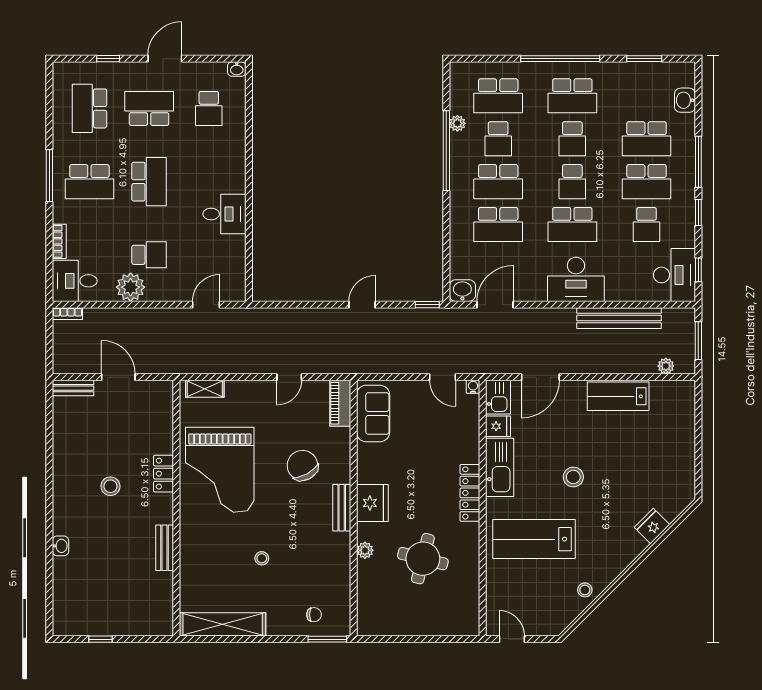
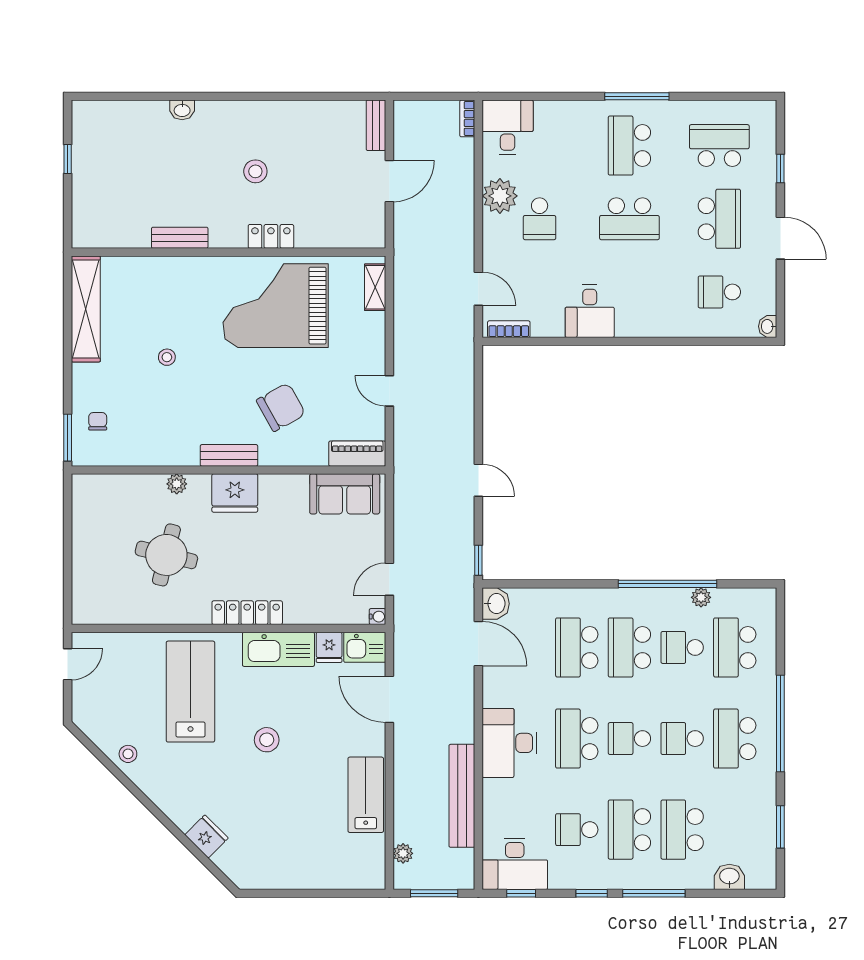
bookcase: (59, 241) -> (509, 329), moved, turned 180
chair: (314, 615) -> (98, 421), turned 180

